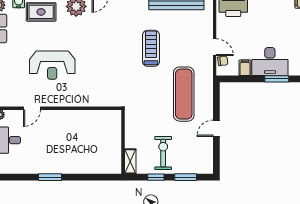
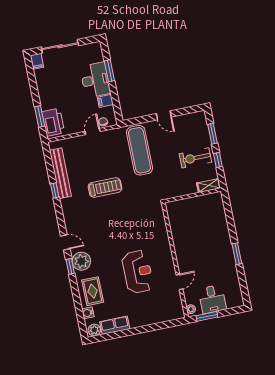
treadmill: (151, 48) -> (105, 187), turned 180
exercise mat: (184, 94) -> (139, 150), turned 90
door: (32, 108) -> (179, 282), hinge flipped

